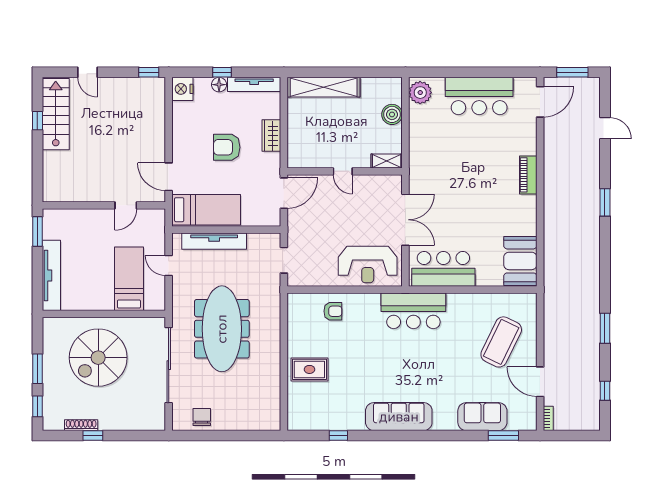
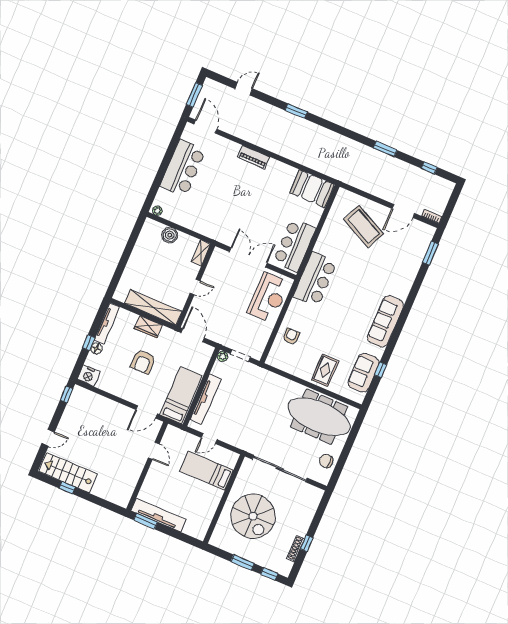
shelving: (324, 87) -> (153, 307), moved, turned 90
plant: (420, 93) -> (157, 211), width x0.53, depth x0.53
plant: (274, 240) -> (223, 356), added
tv unit: (51, 275) -> (158, 515), moved
meeting table: (222, 329) -> (319, 417), moved
sofa: (482, 417) -> (364, 373), moved

